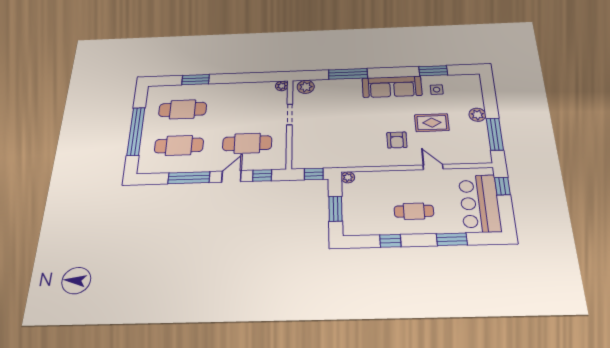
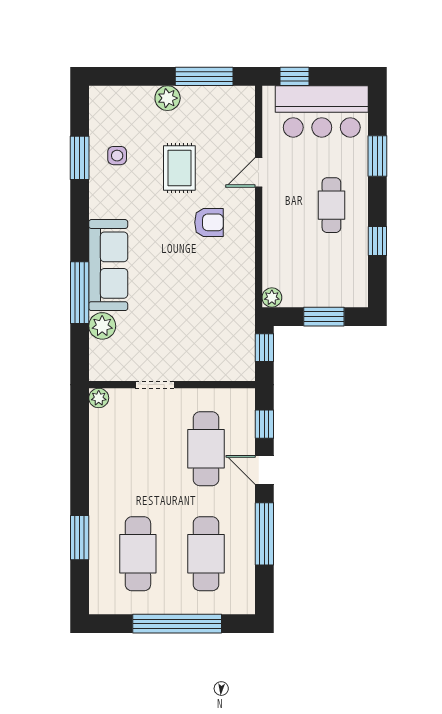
plant: (306, 87) -> (102, 326), moved
sofa: (392, 87) -> (108, 265), moved

